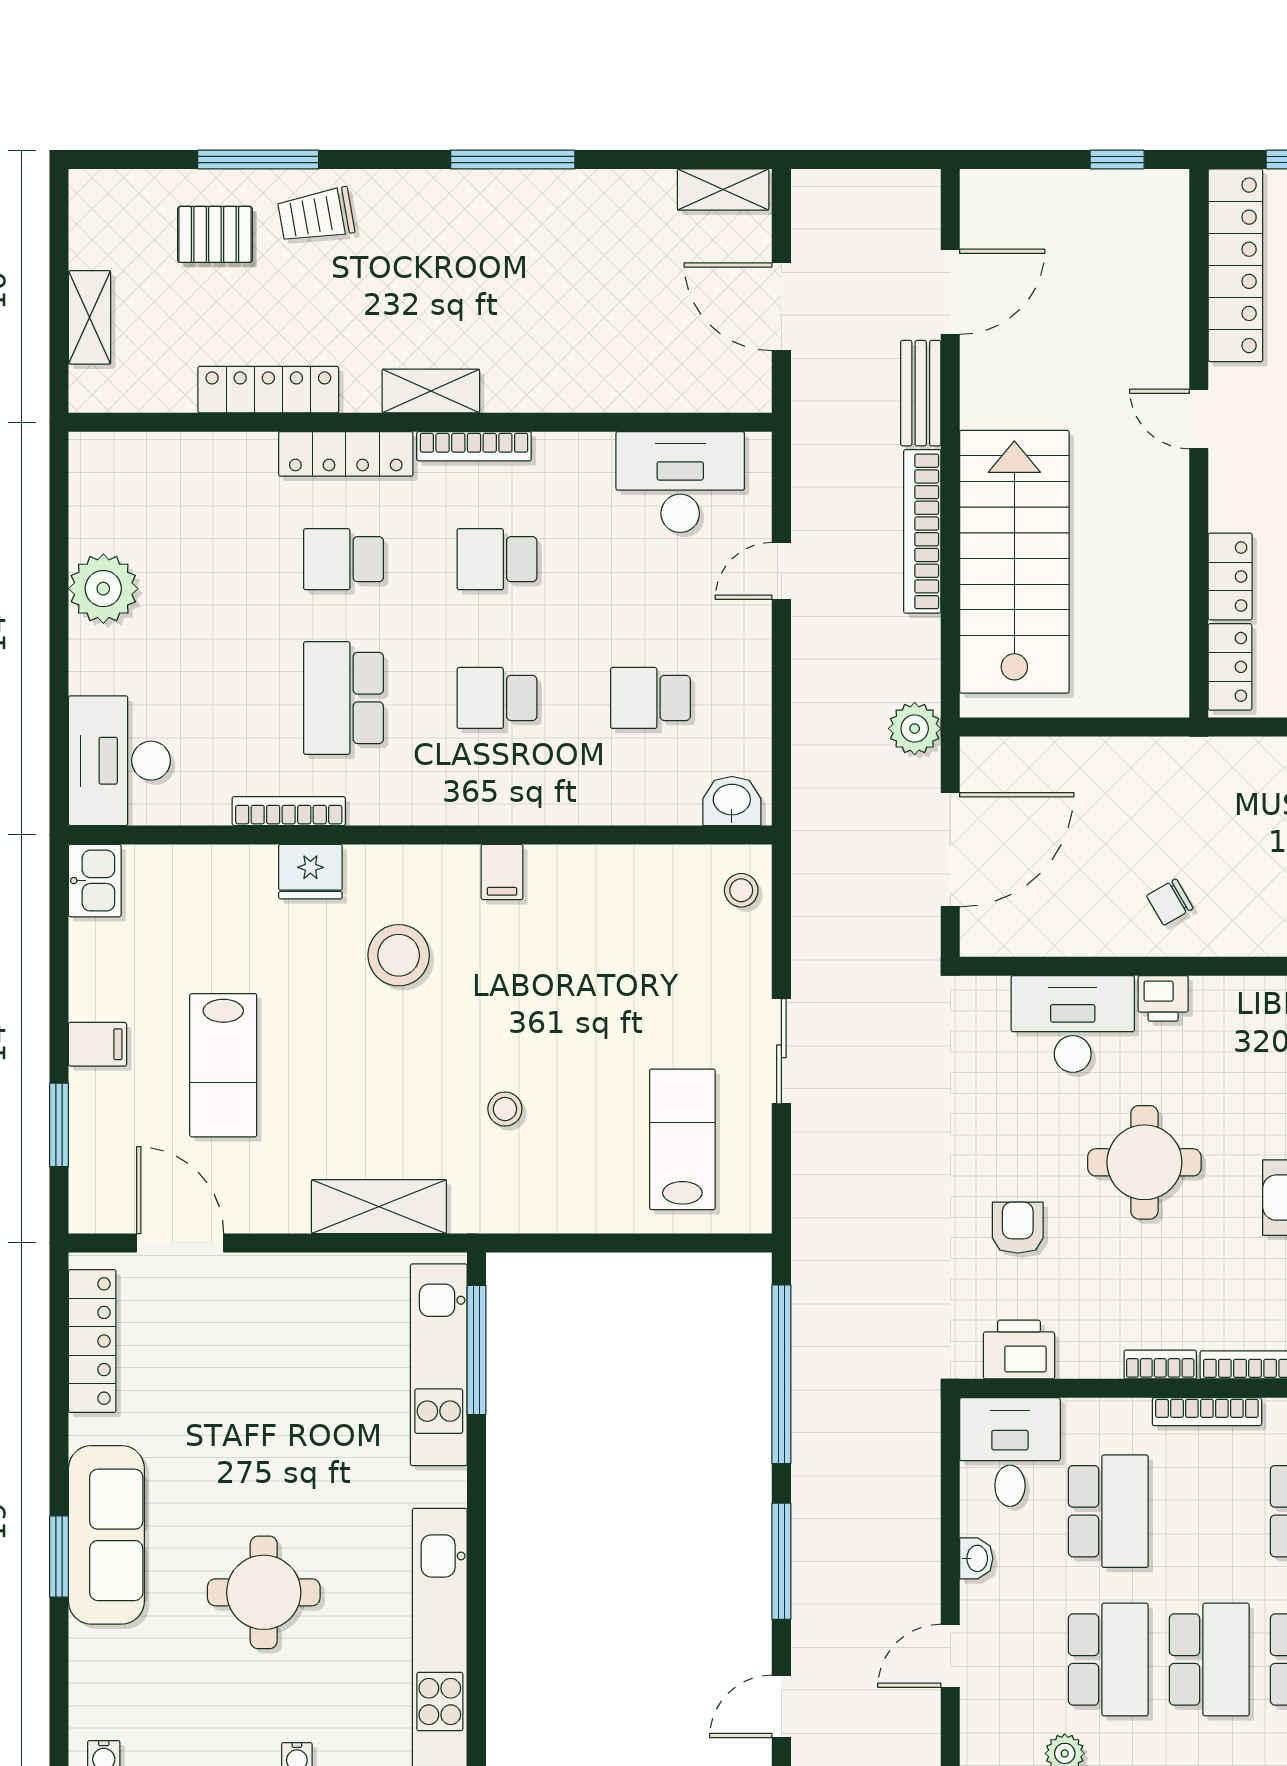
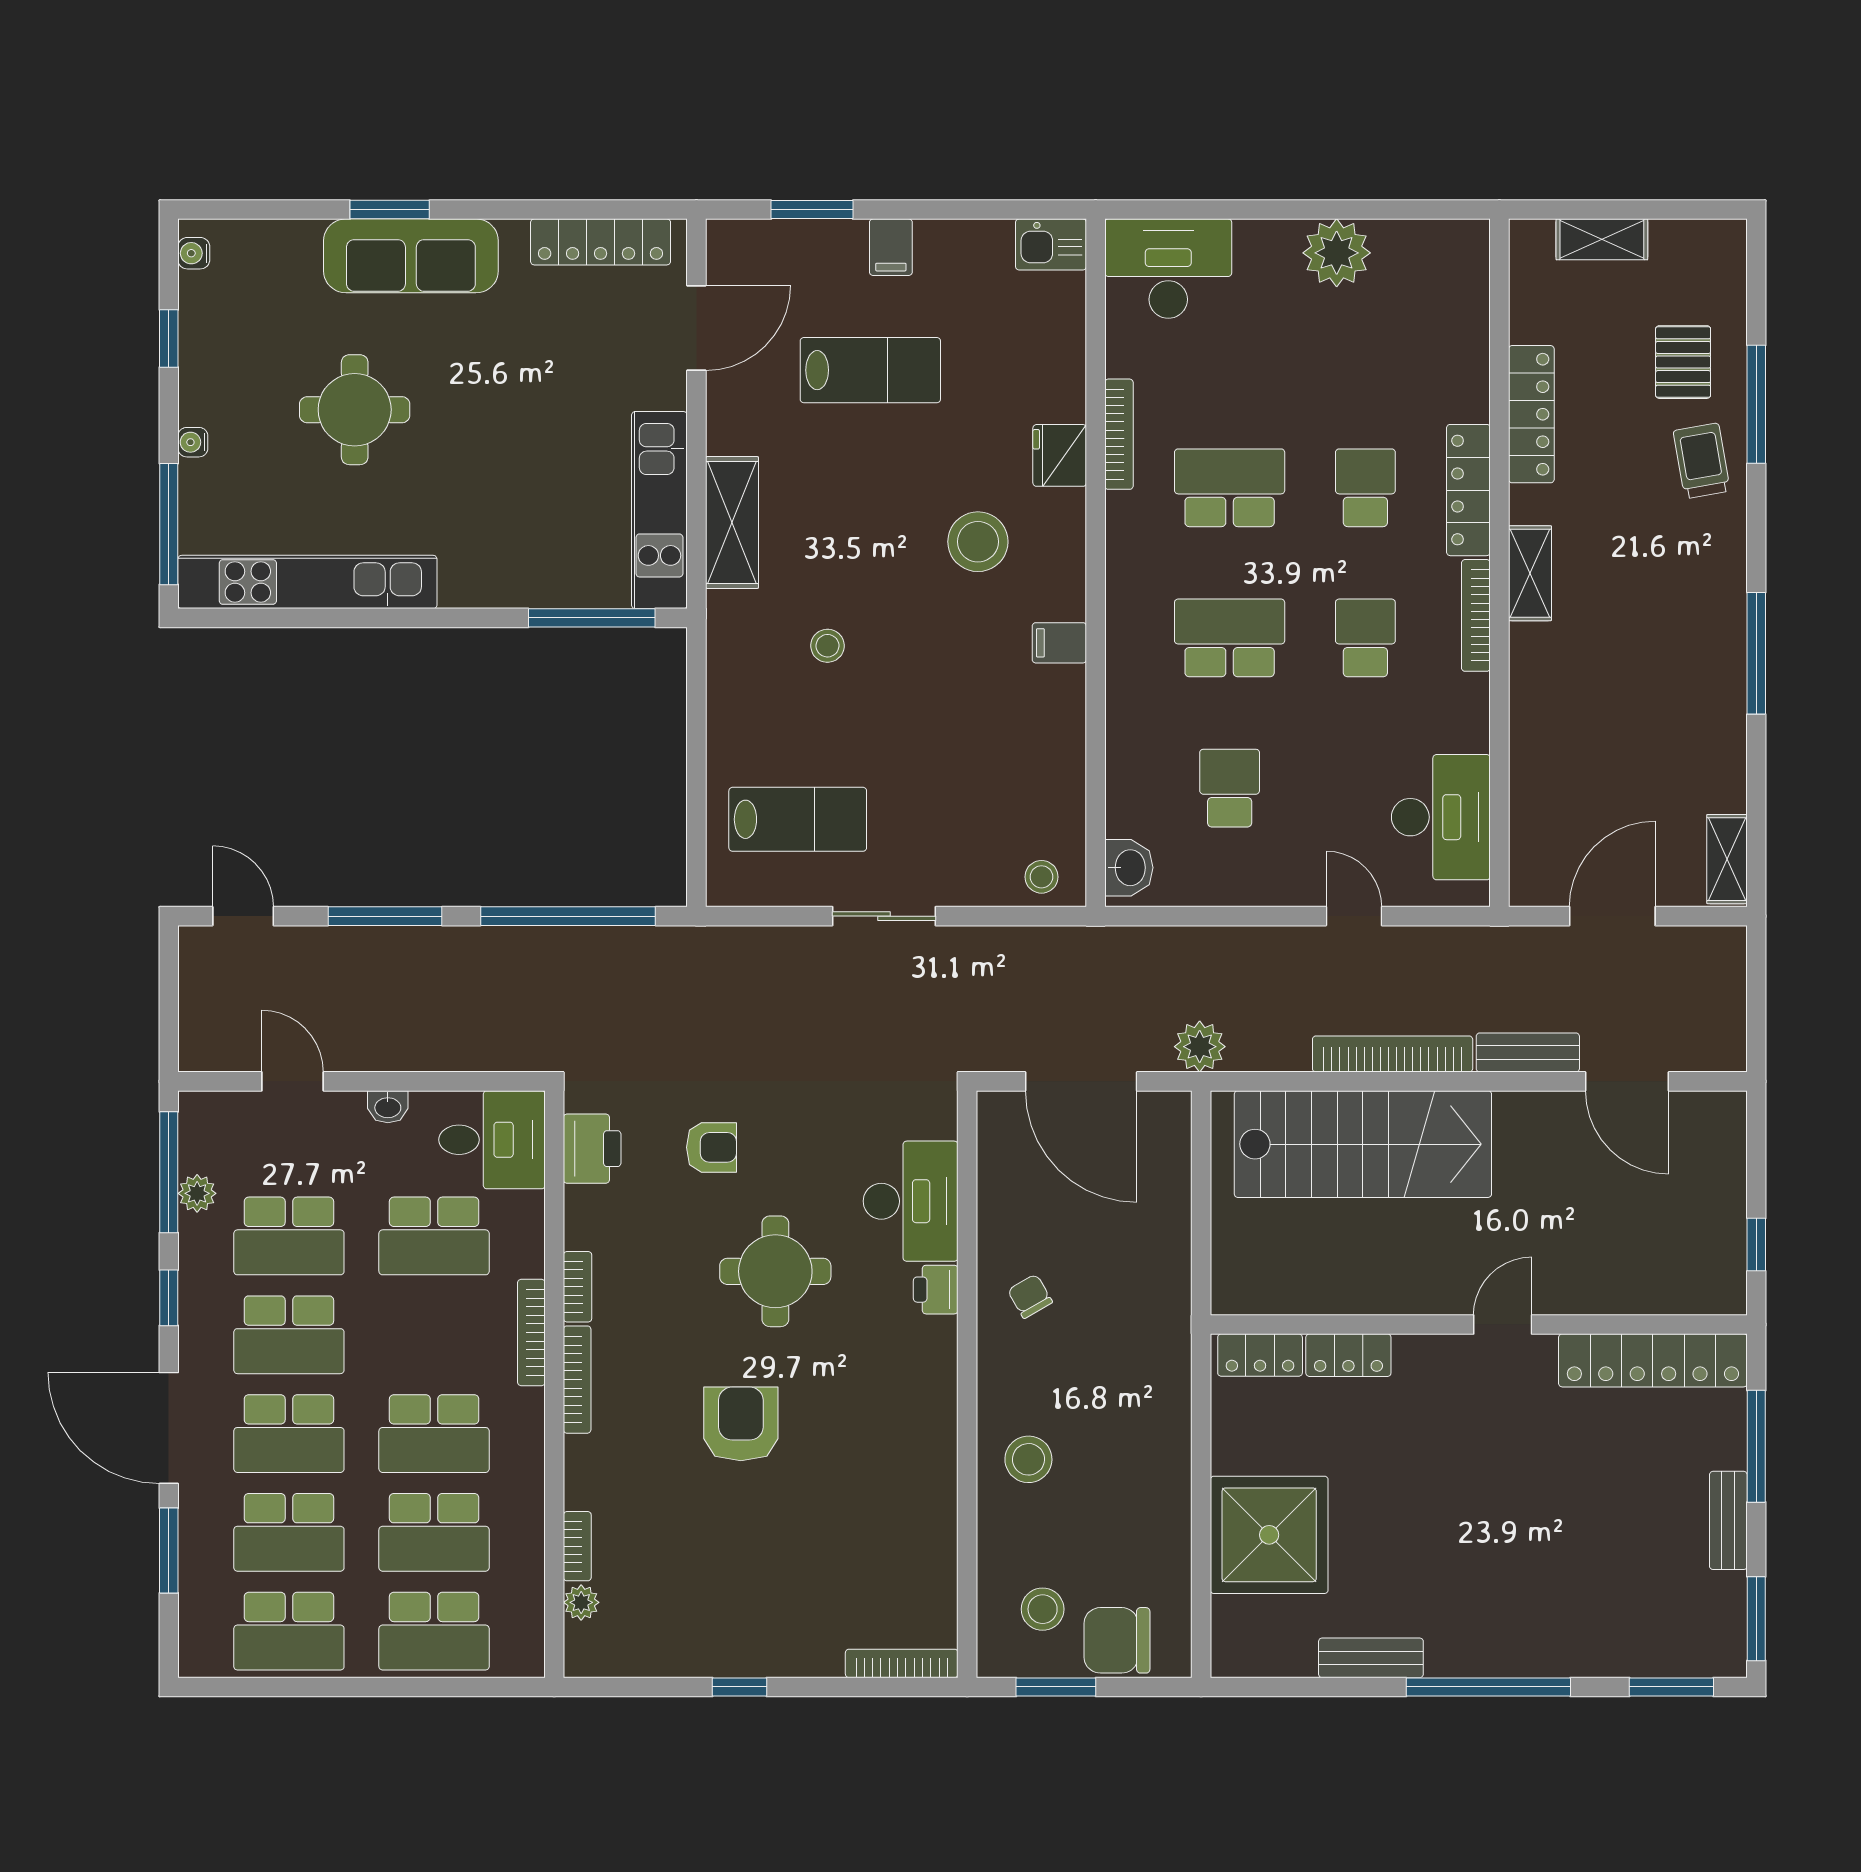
school desk: (497, 698) -> (1230, 638), width x1.85
lab bench: (223, 1065) -> (870, 370), turned 180
kitchen unit: (439, 1365) -> (659, 510), moved, turned -90

